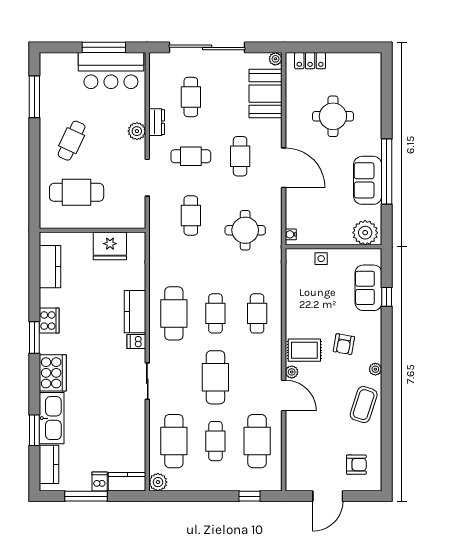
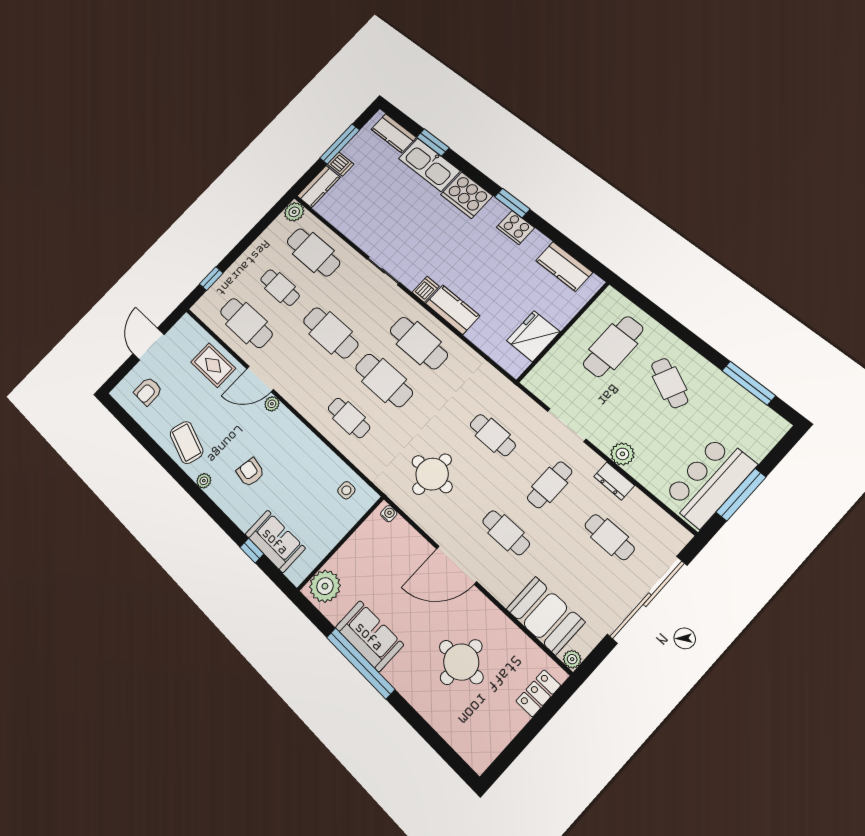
side table: (321, 259) -> (346, 490), moved
cafe table: (215, 313) -> (384, 380), width x1.37, depth x1.35
rug: (304, 350) -> (213, 365), moved, turned 90

